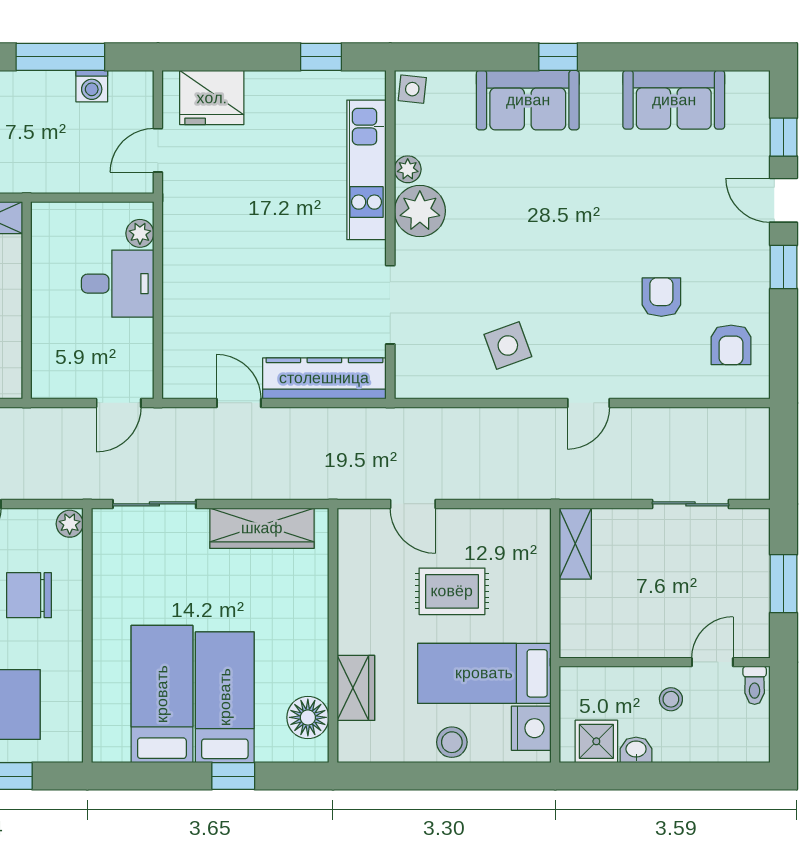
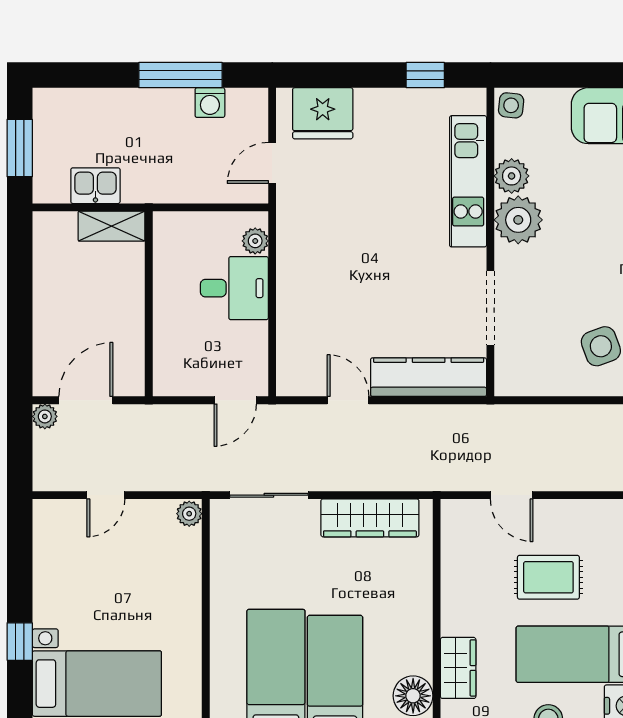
plant: (408, 169) -> (512, 176), width x1.38, depth x1.38
chair: (29, 595) -> (151, 581), removed

